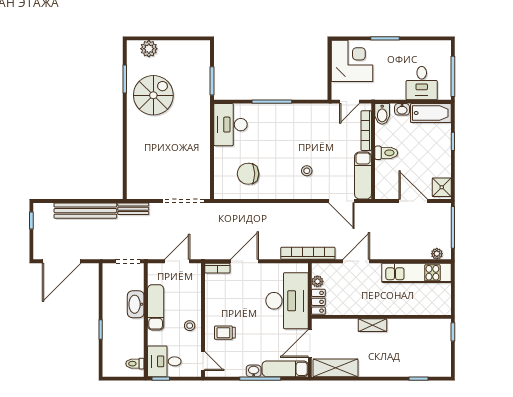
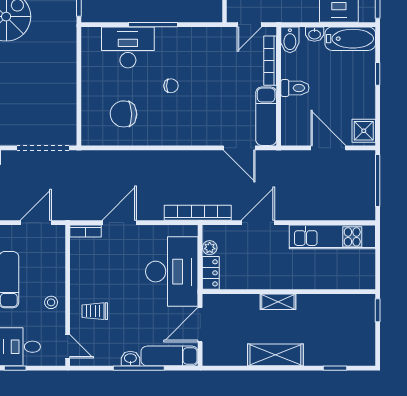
desk: (230, 125) -> (128, 47), moved, turned 90
chair: (286, 151) -> (171, 86), added
stool: (307, 171) -> (196, 110), removed
plant: (437, 254) -> (358, 213), removed
shelving: (336, 368) -> (275, 355), moved

